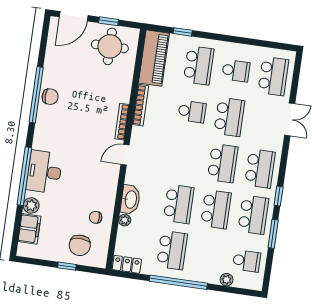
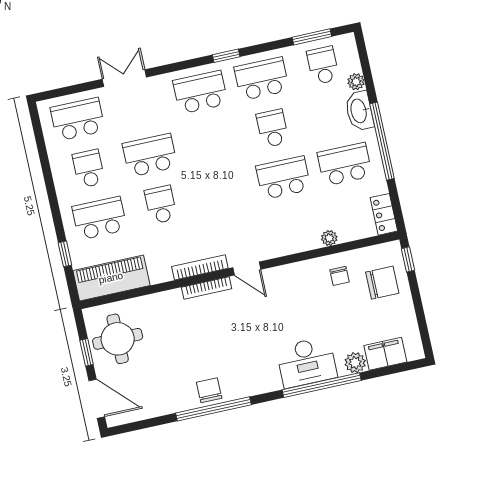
bookcase: (141, 105) -> (200, 267), moved
school desk: (223, 163) -> (211, 142), removed
washbasin: (130, 199) -> (359, 111), moved, turned -90
school desk: (216, 209) -> (273, 128), width x0.54
window: (273, 234) -> (312, 37), moved
window: (67, 266) -> (408, 259), moved

